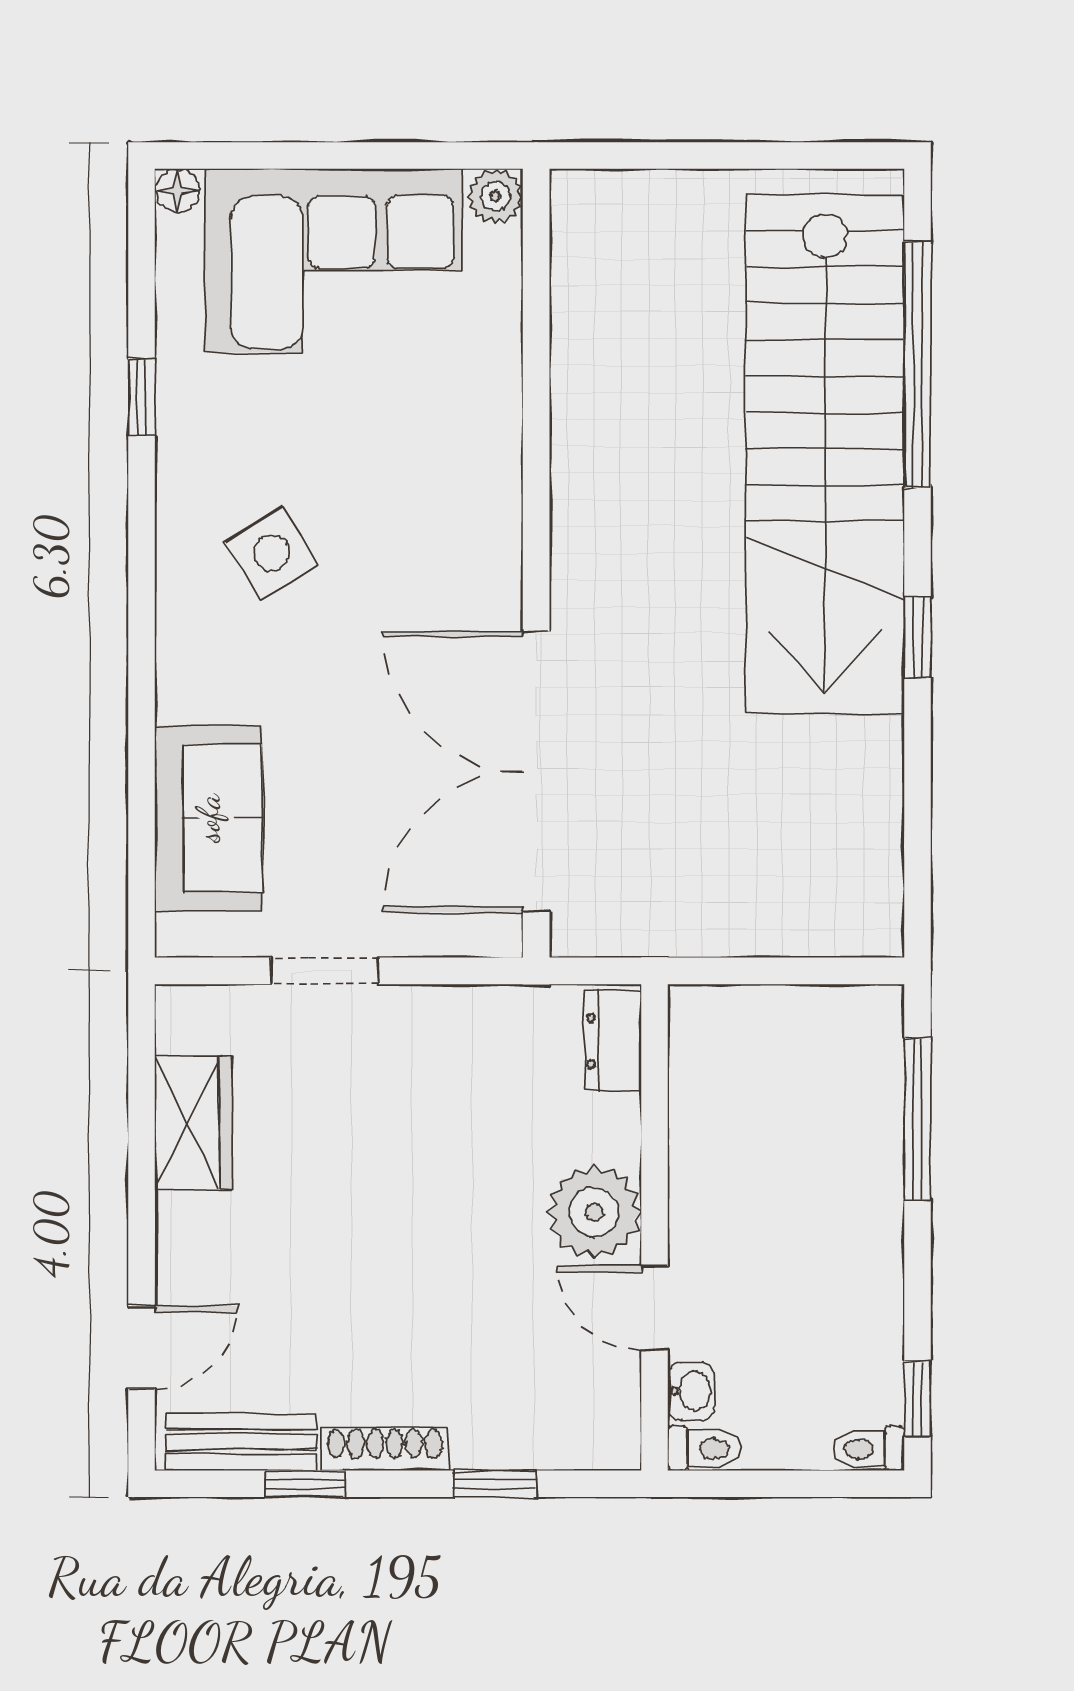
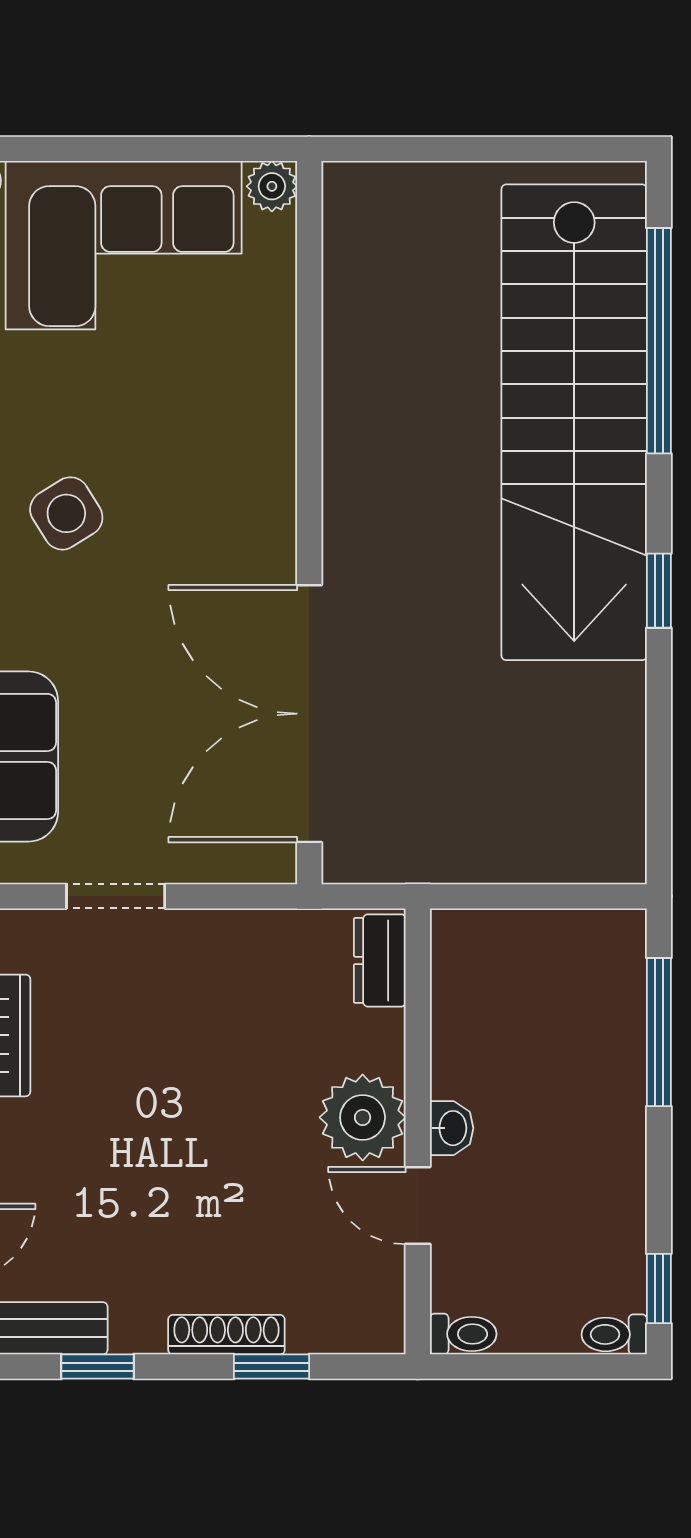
washbasin: (691, 1391) -> (452, 1128), moved
shoe rack: (385, 1449) -> (226, 1335), moved

